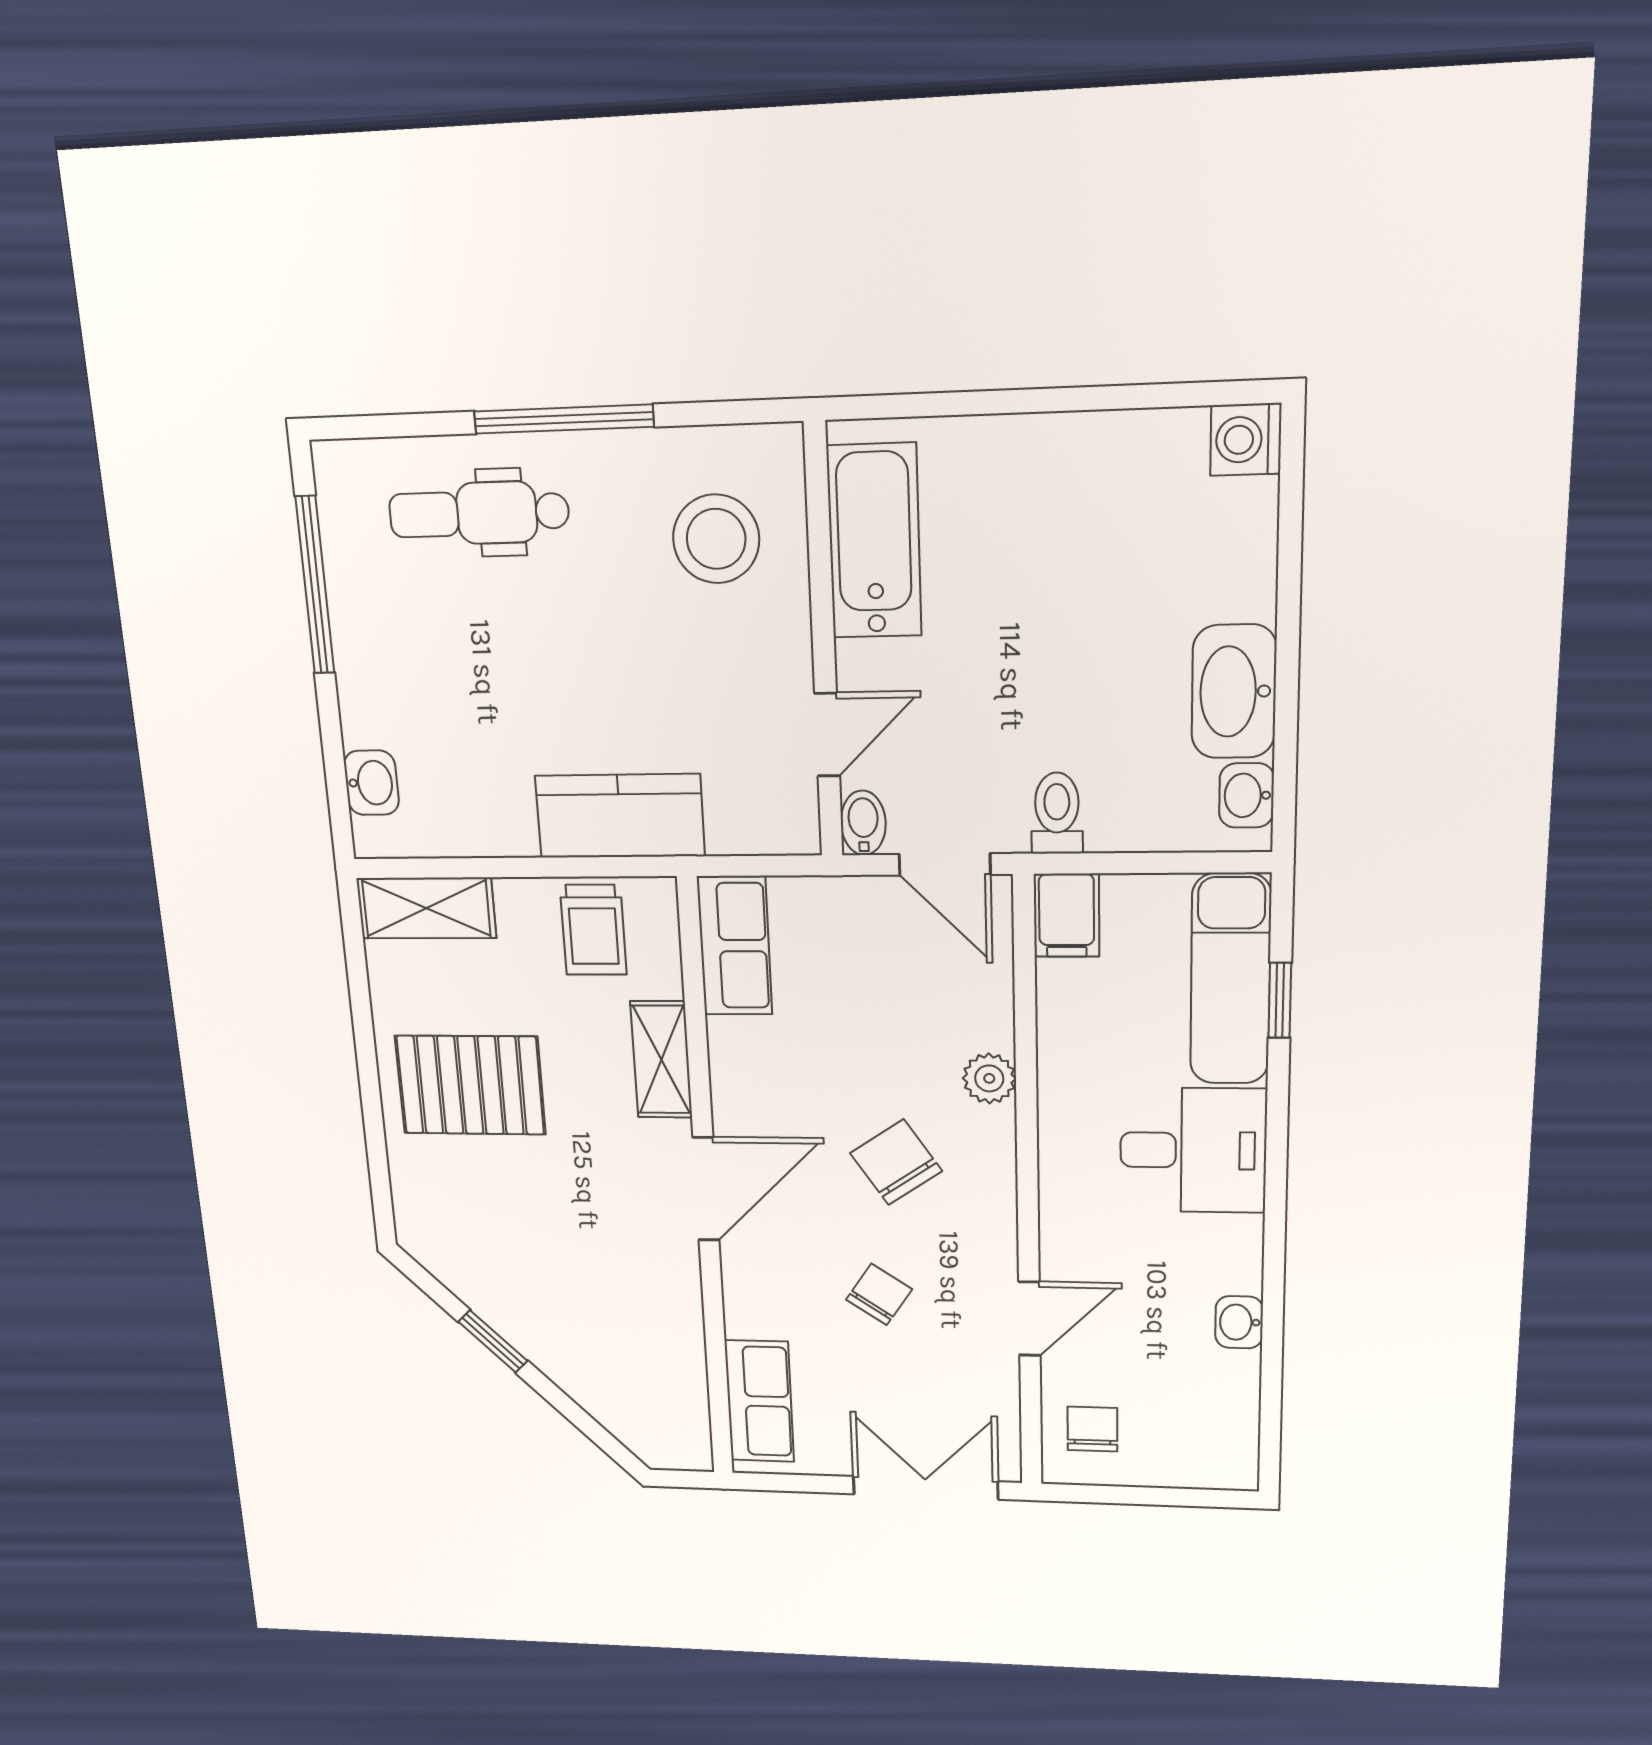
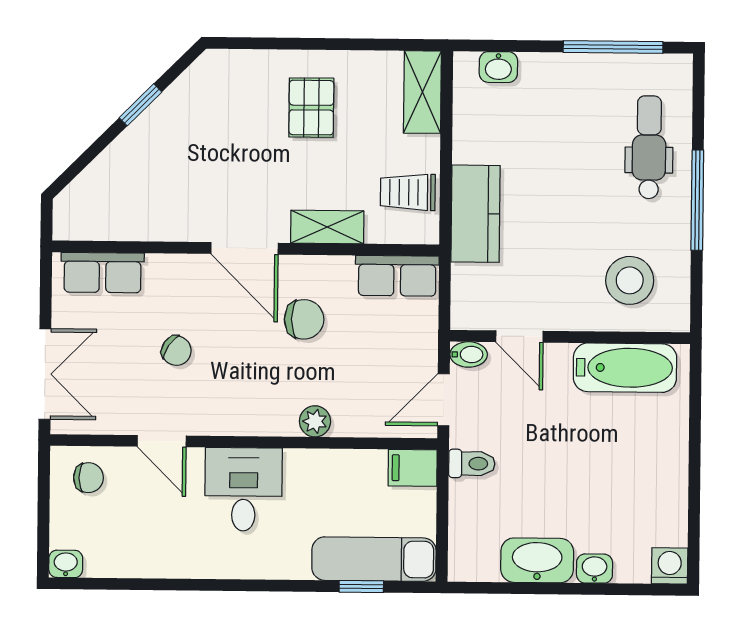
washbasin: (1247, 795) -> (595, 569), moved
pallet: (470, 1085) -> (311, 108), width x0.67, depth x0.71
desk: (1193, 1150) -> (243, 489), moved, turned 180
chair: (896, 1162) -> (304, 319), moved, turned 34
washbasin: (1239, 1322) -> (66, 564), moved

